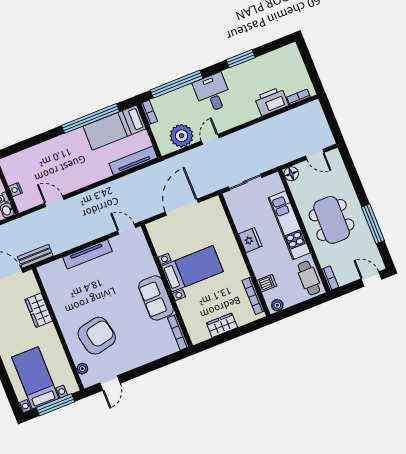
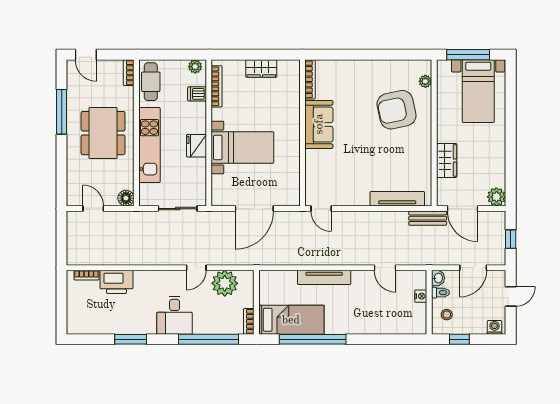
tv unit: (133, 161) -> (324, 277), moved
tv unit: (87, 254) -> (397, 199), moved
bed with nightstands: (192, 269) -> (242, 148), moved, turned 180
door: (110, 383) -> (402, 55), removed

